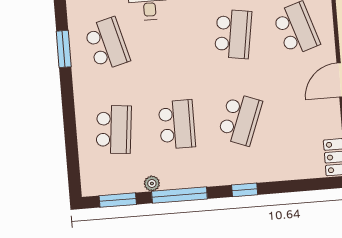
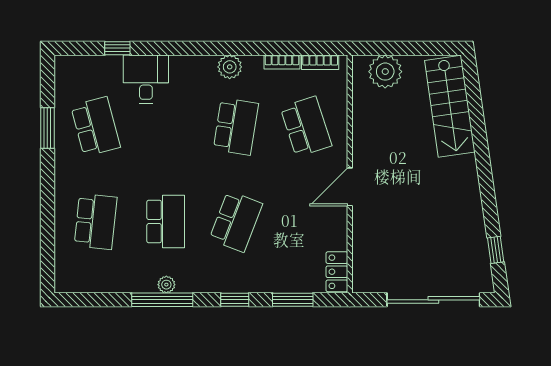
plant: (152, 183) -> (166, 285), moved
window: (118, 200) -> (293, 300), moved

